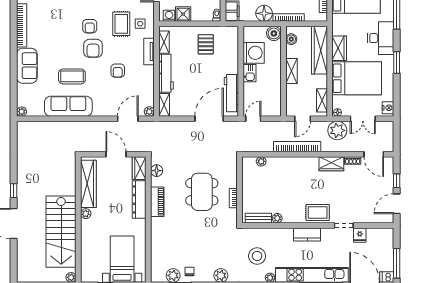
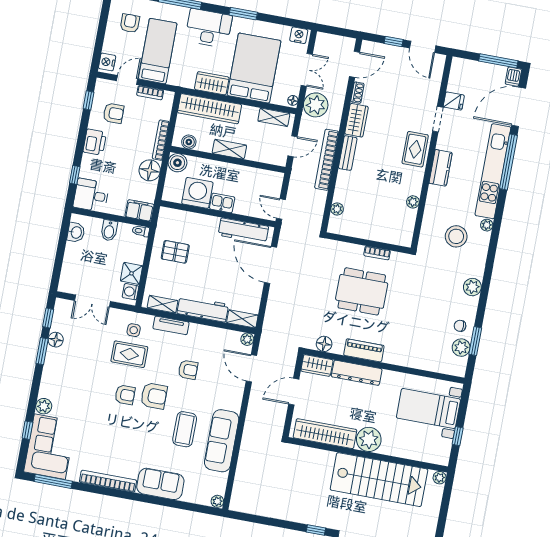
door: (303, 119) -> (293, 146), hinge flipped
plant: (86, 214) -> (369, 439), width x1.87, depth x1.87
bench: (258, 218) -> (348, 153), moved

